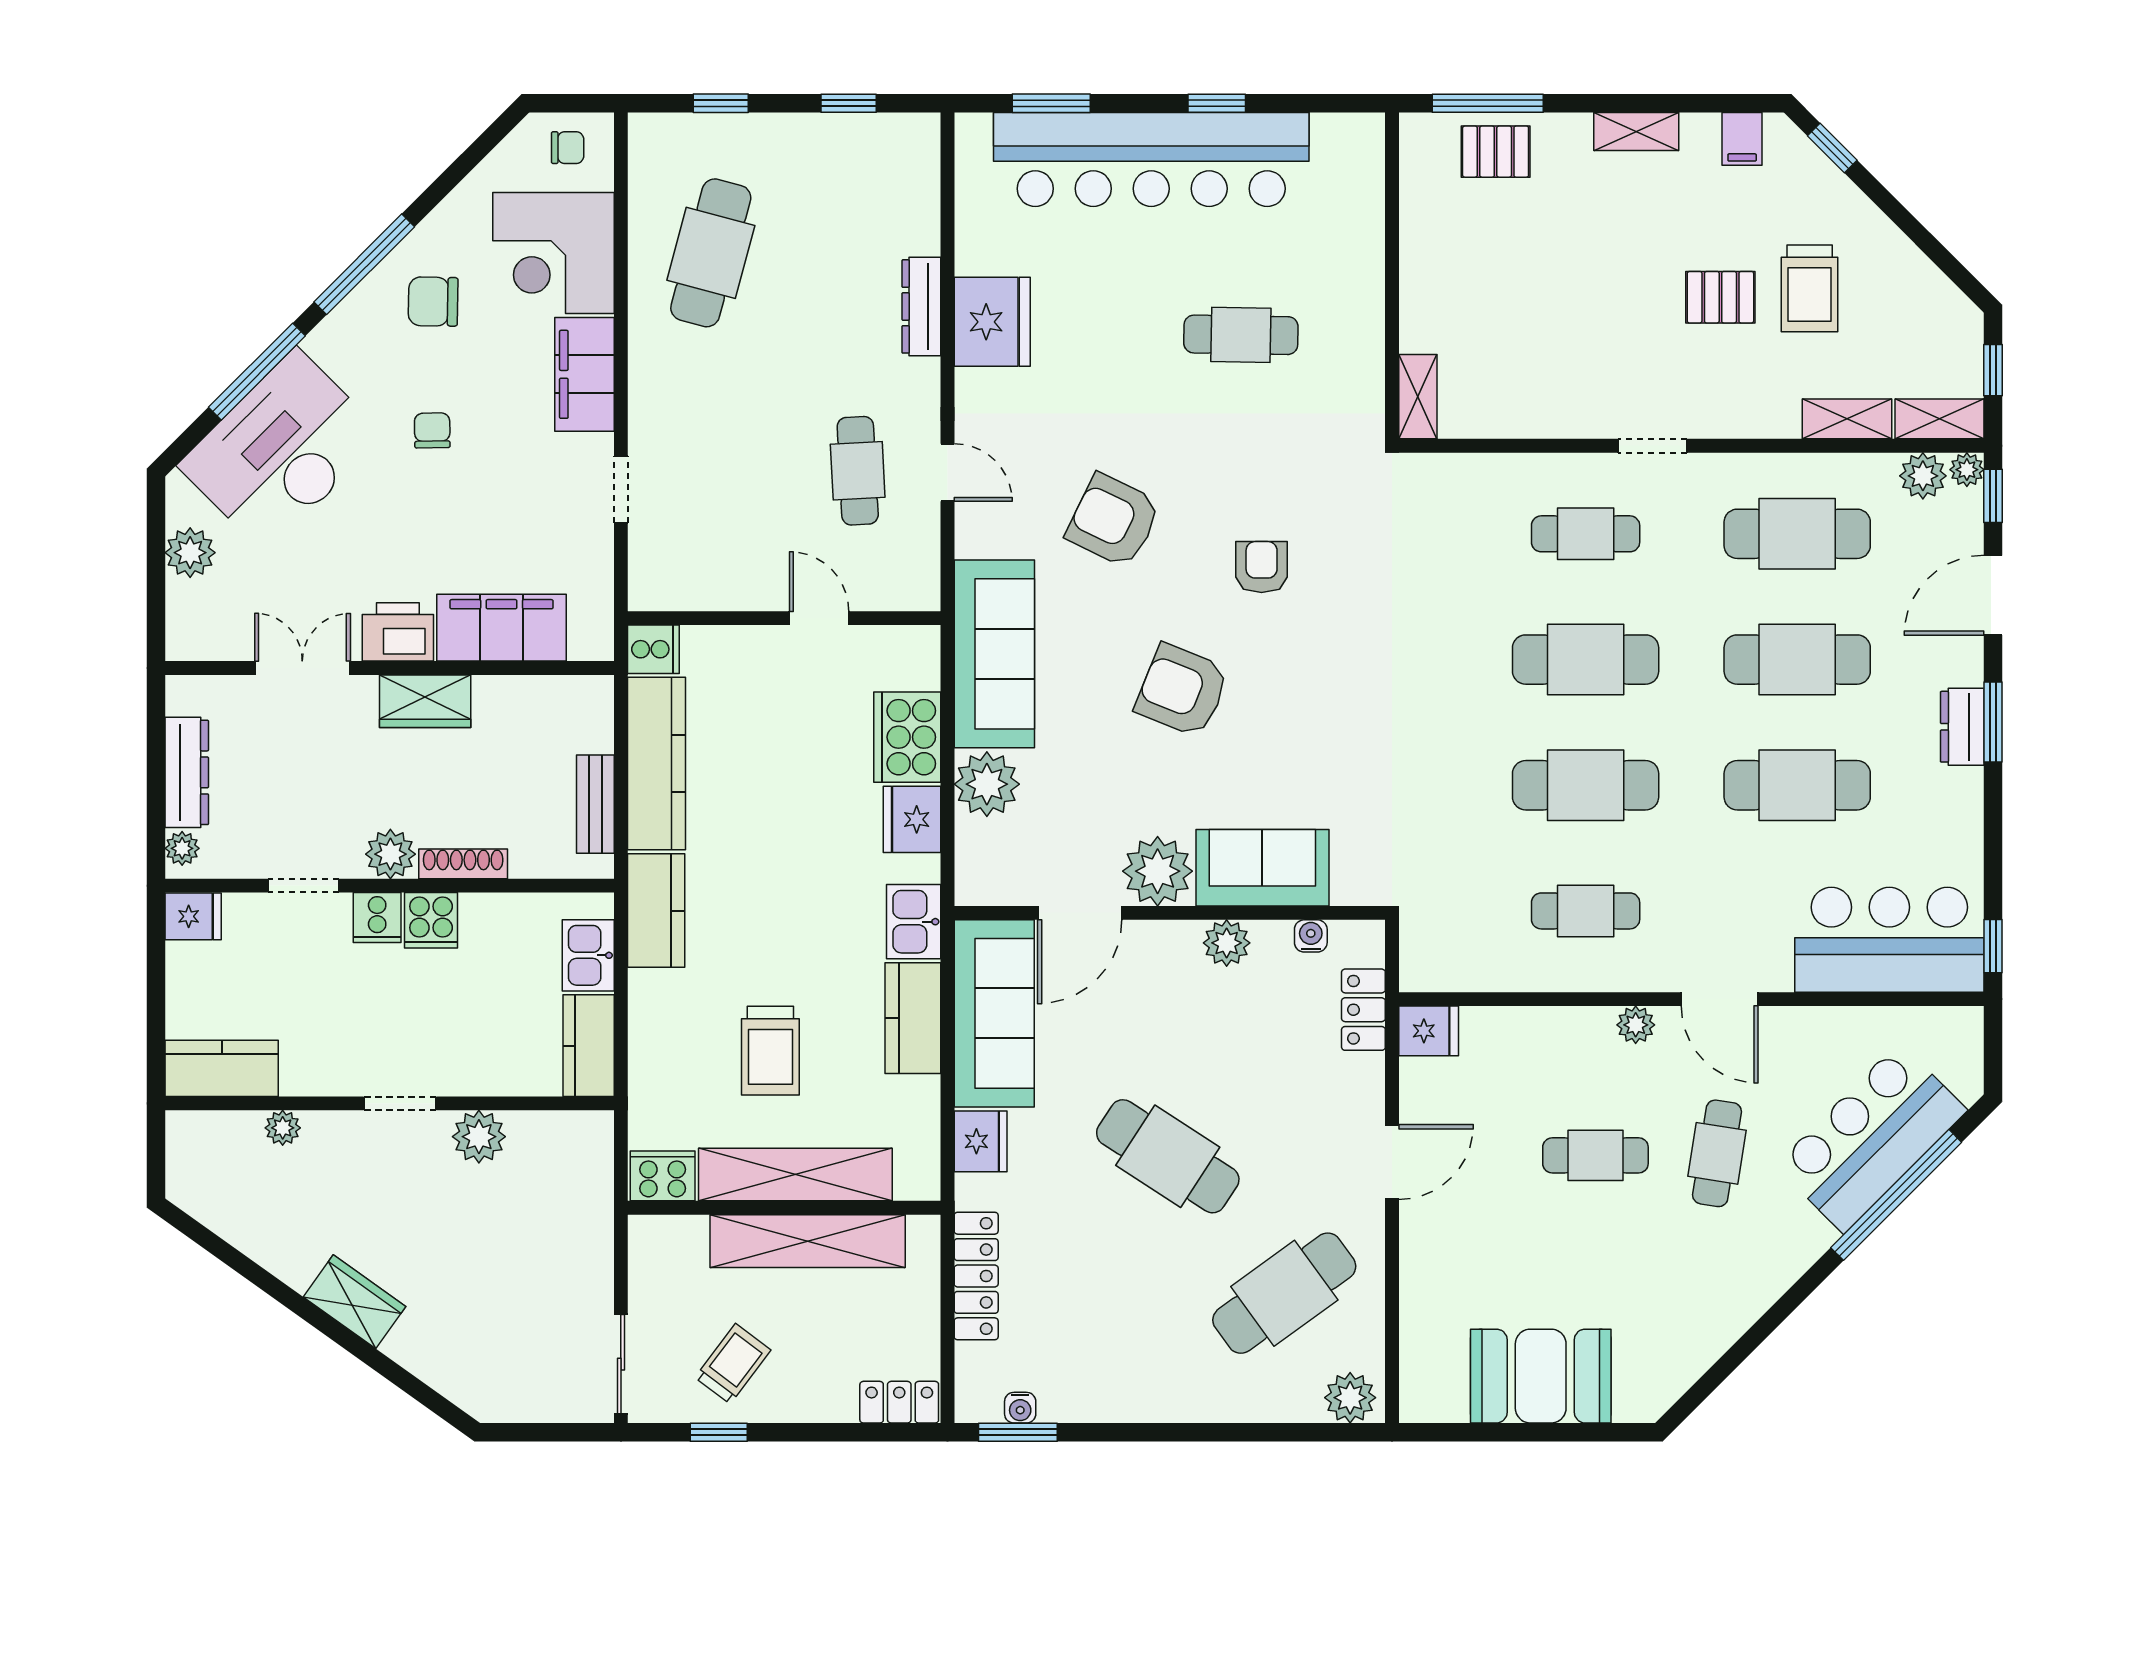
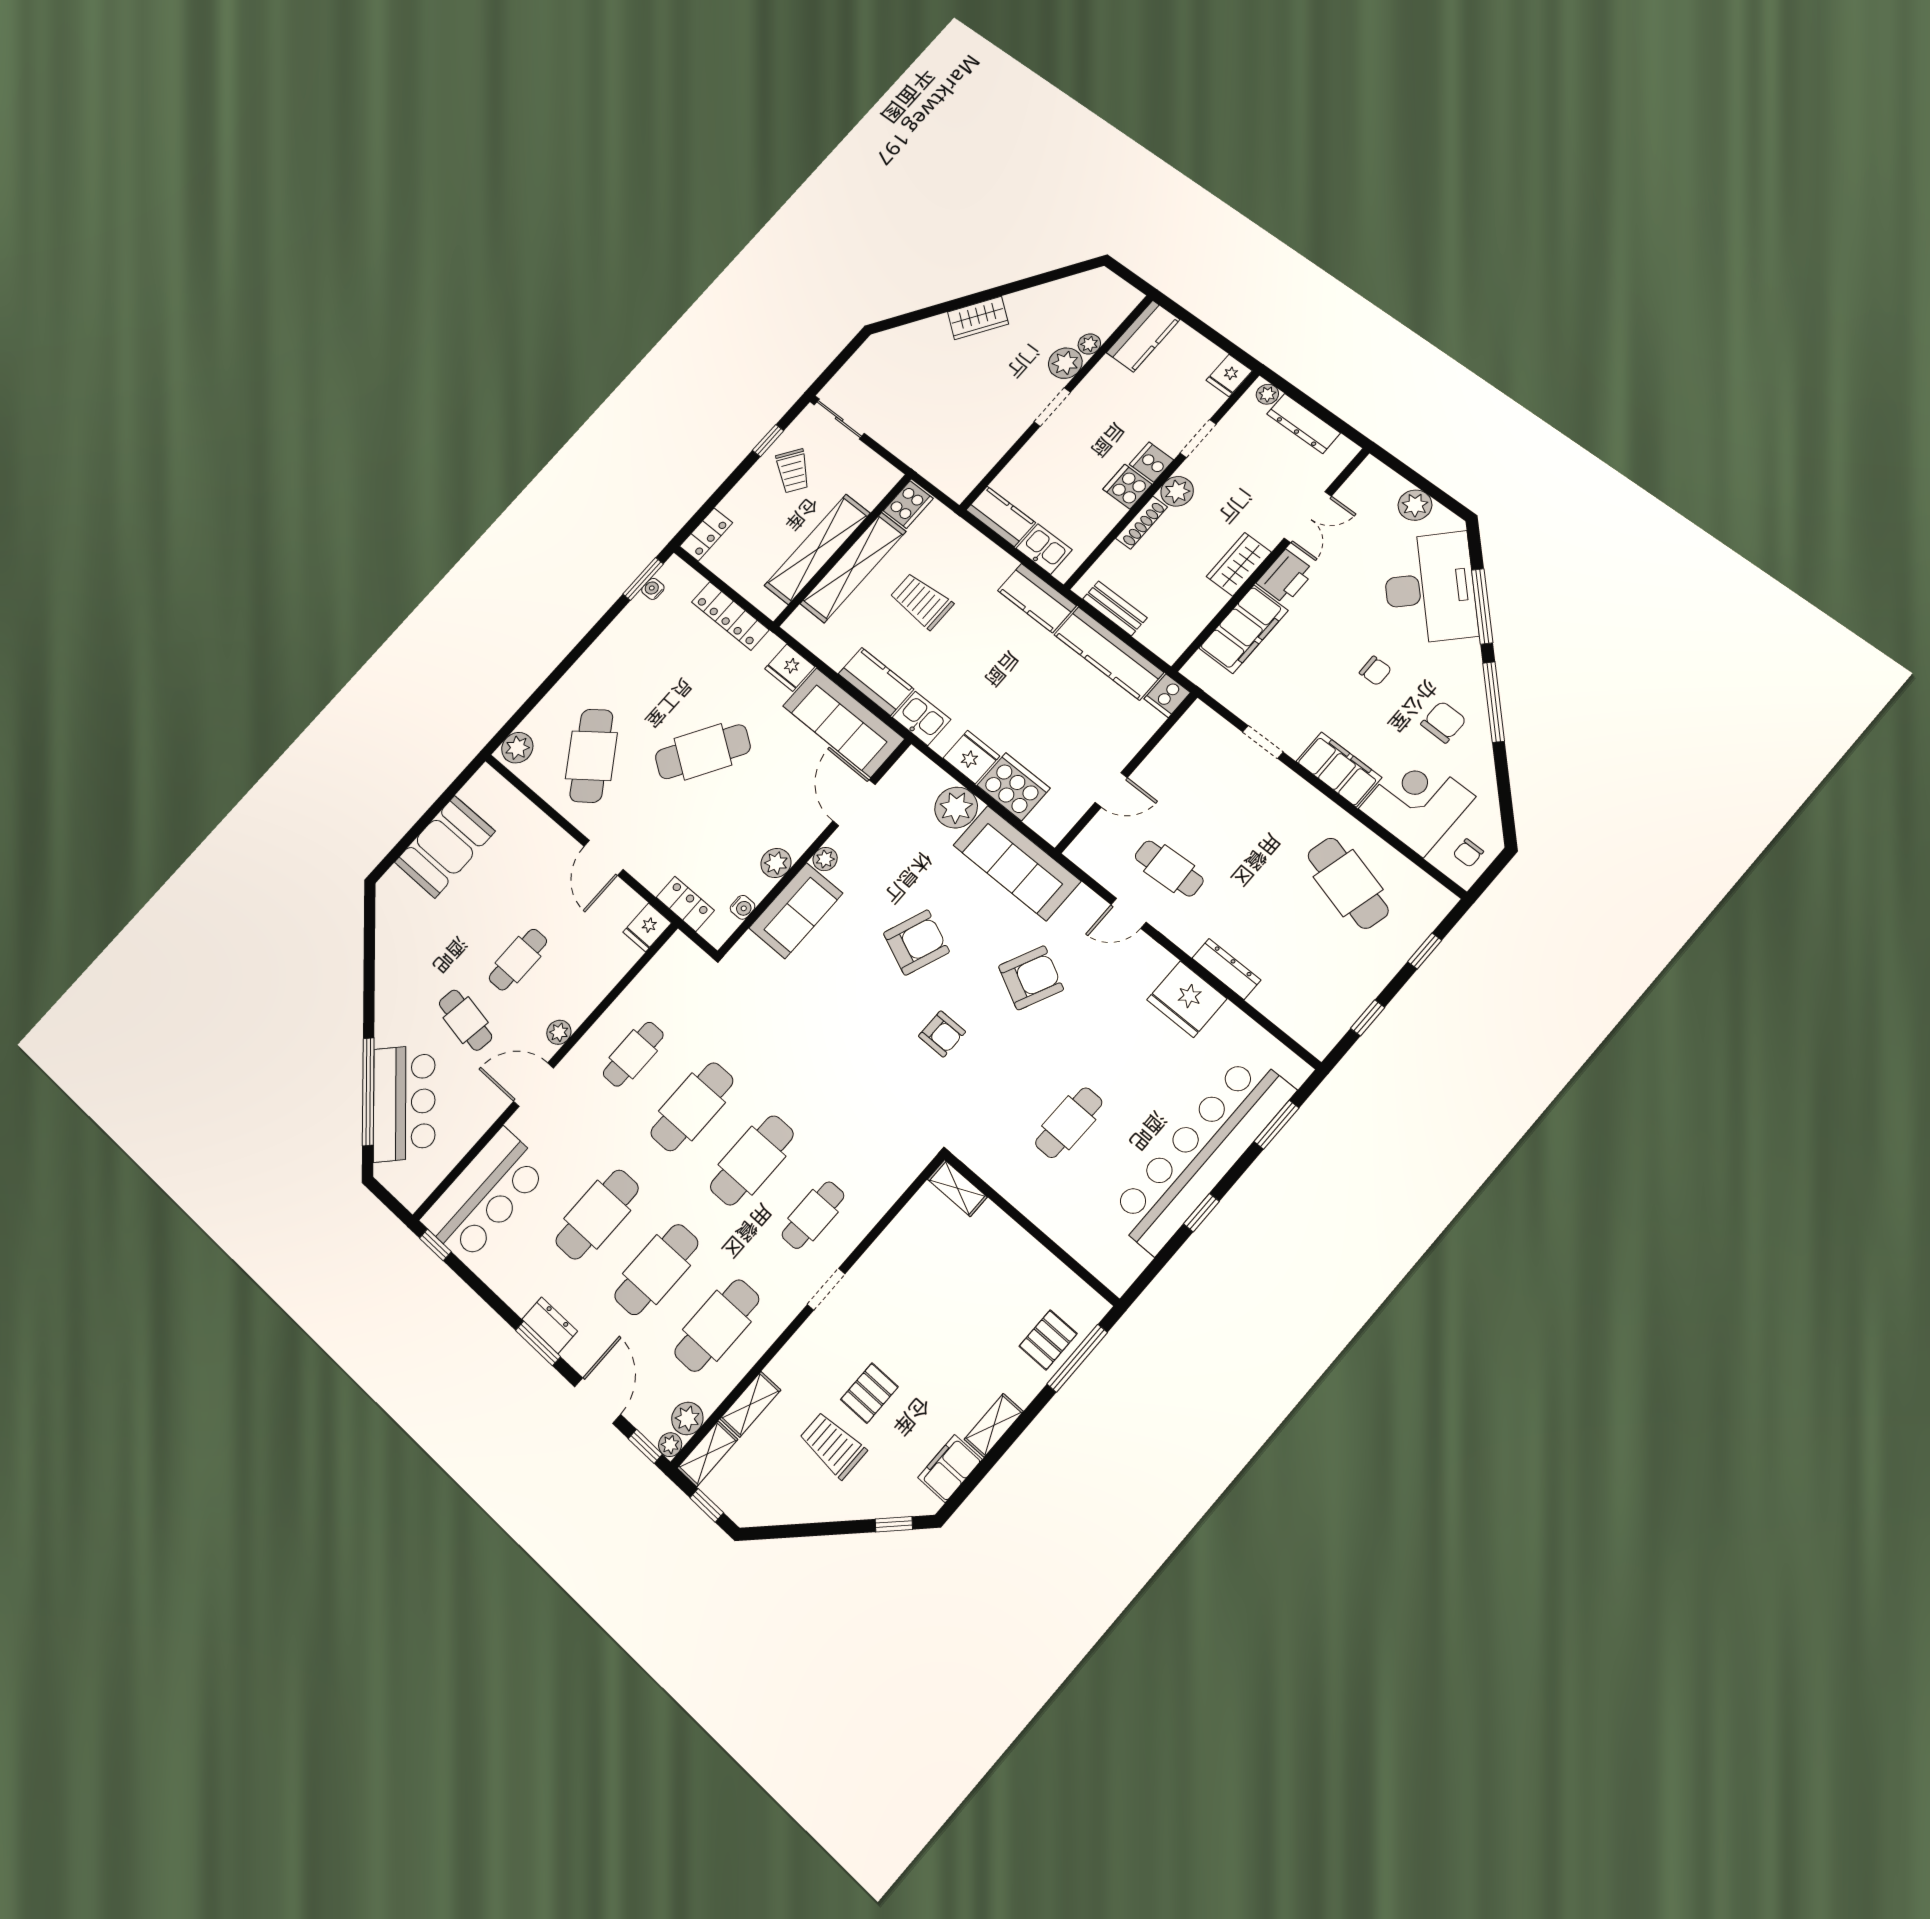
filing cabinet: (1742, 139) -> (950, 1469), width x2.00
plant: (1158, 871) -> (825, 859), width x0.53, depth x0.53
plant: (479, 1137) -> (1065, 363), moved

